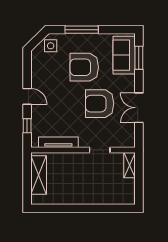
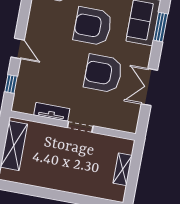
tv unit: (58, 142) -> (52, 112), width x0.71
doorway: (100, 150) -> (80, 127), moved
shelving: (130, 165) -> (123, 169), moved

